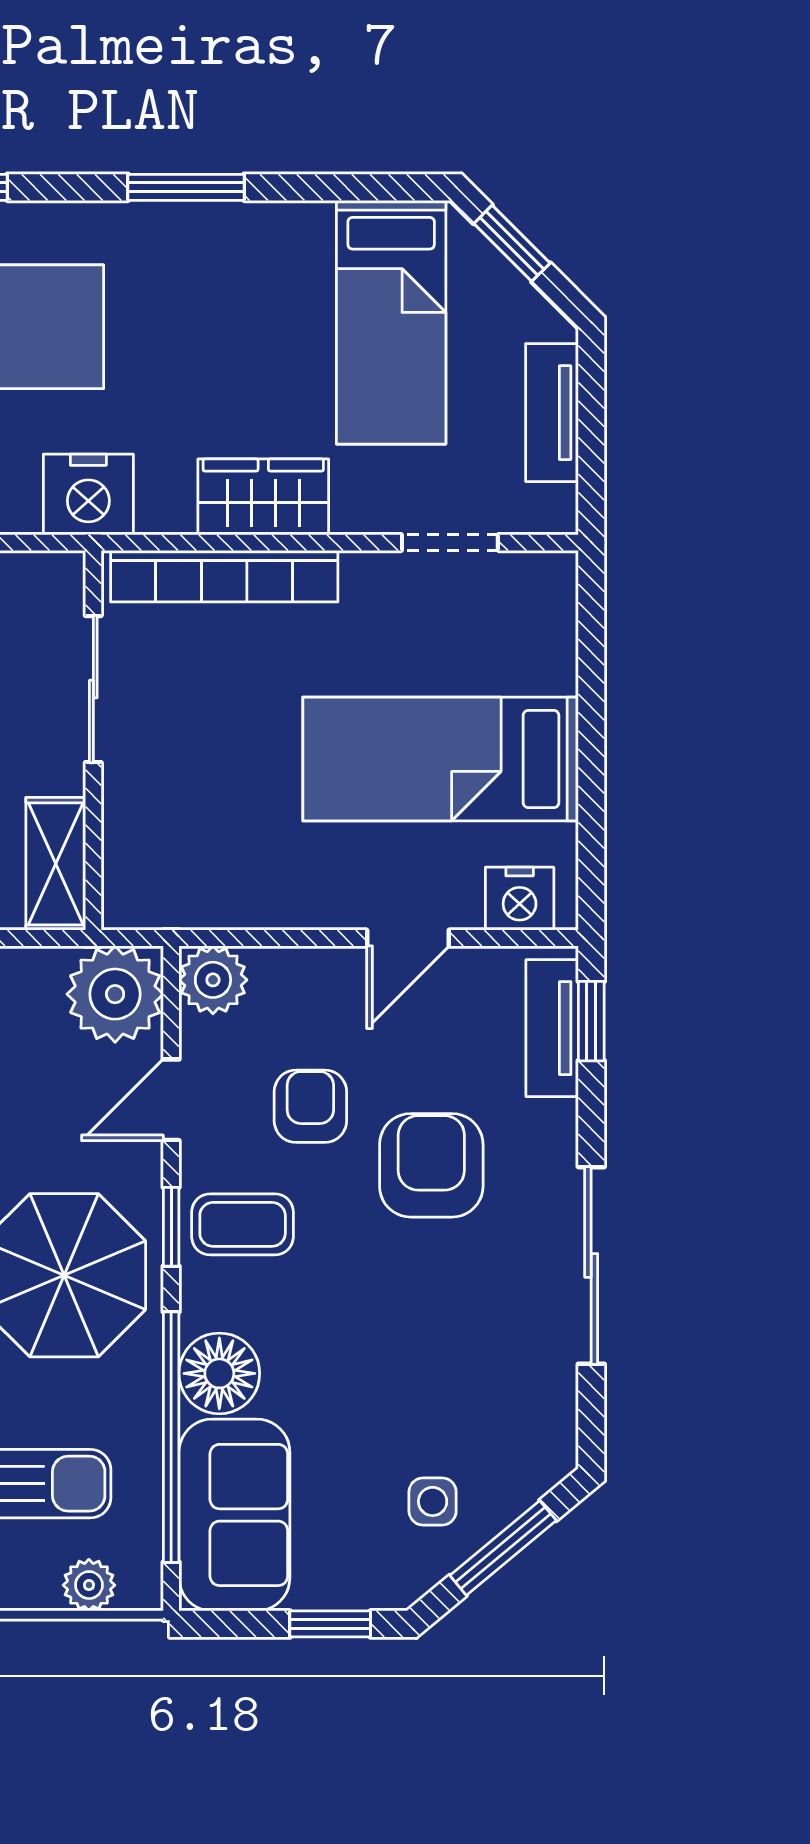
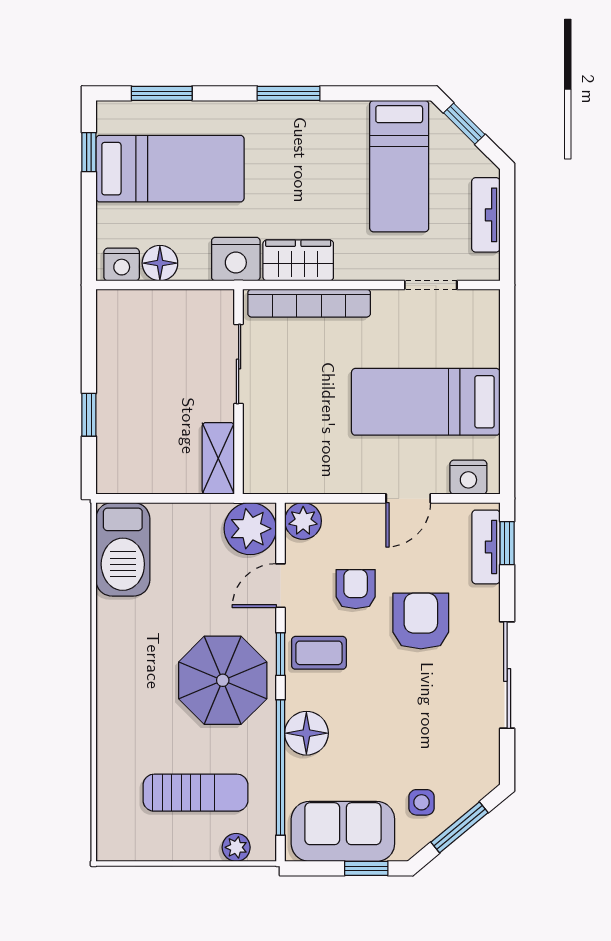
wardrobe: (263, 497) -> (298, 260), moved
sofa: (234, 1515) -> (343, 831), moved, turned -90

